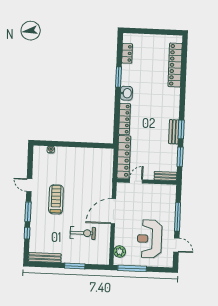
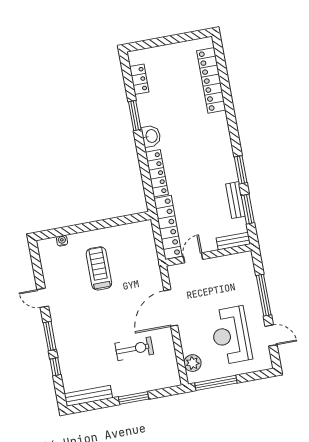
bench: (174, 132) -> (235, 200), moved
treadmill: (56, 199) -> (99, 268), moved

